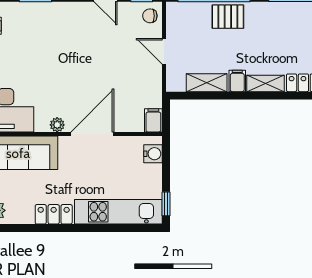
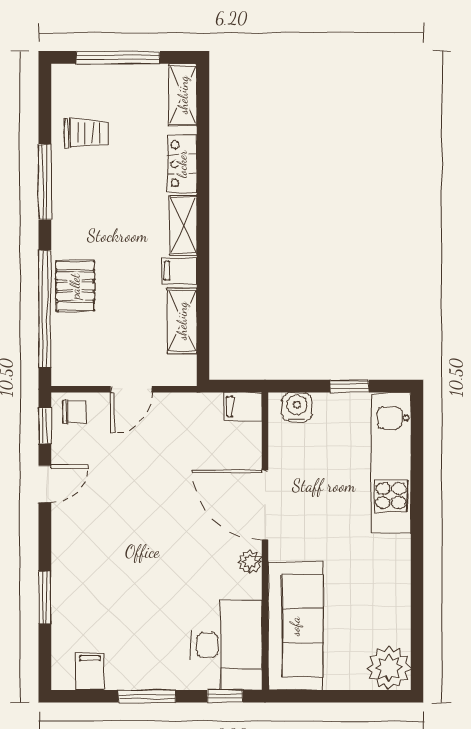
chair: (150, 16) -> (74, 412), turned -90
window: (166, 204) -> (350, 386), moved
locker: (54, 214) -> (395, 568), removed

